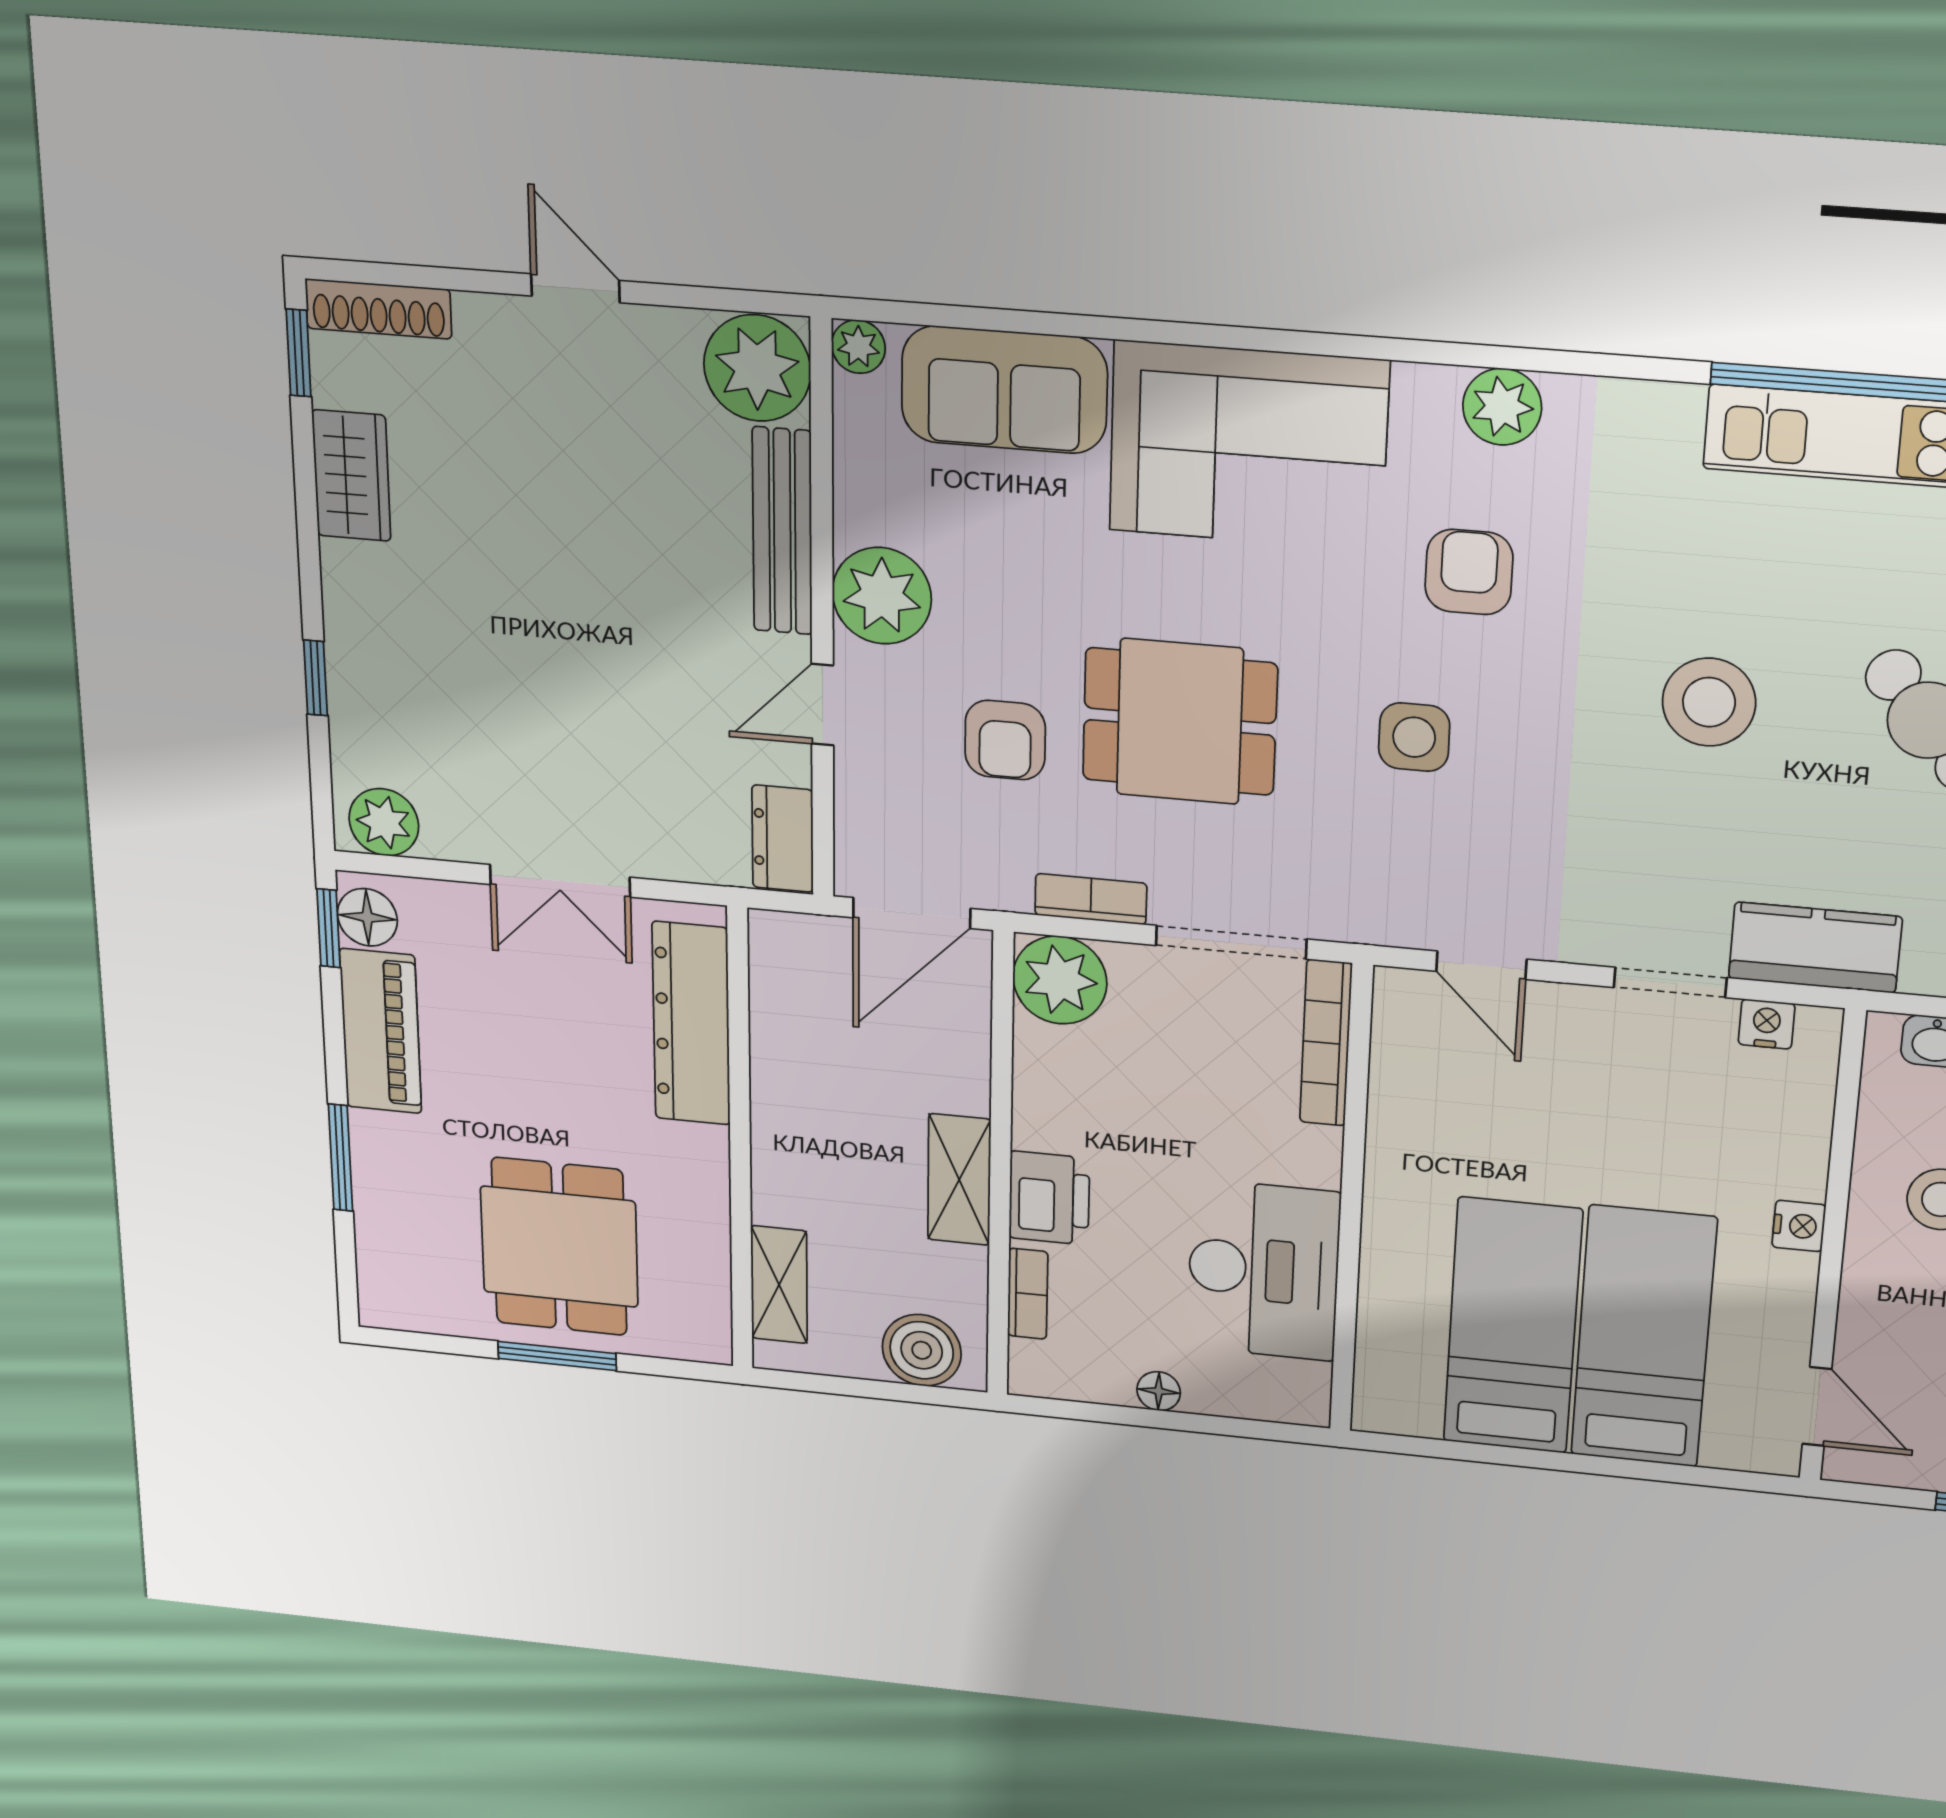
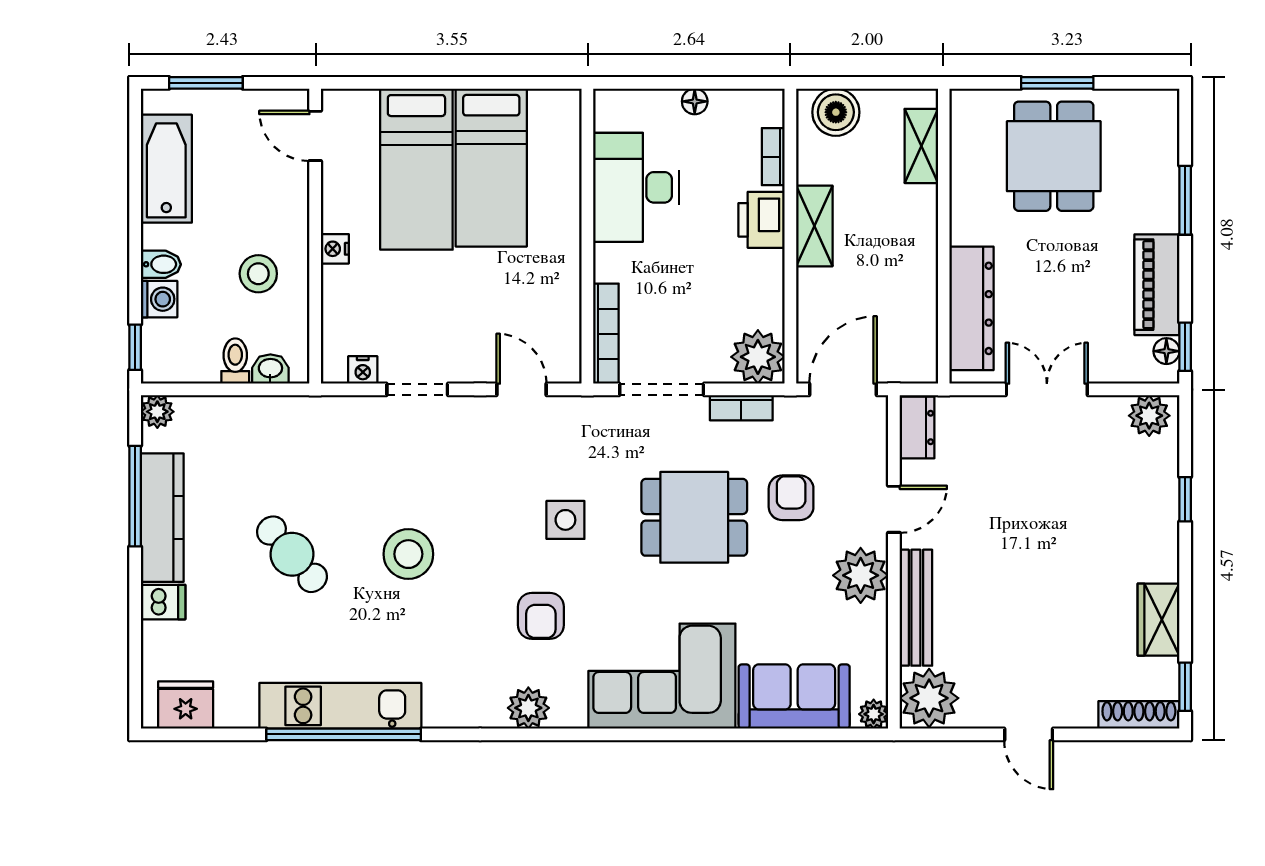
floor lamp: (367, 917) -> (1166, 351), width x0.73, depth x0.73
kitchen counter: (1815, 948) -> (340, 418), removed

